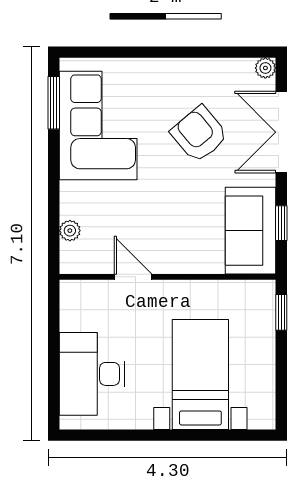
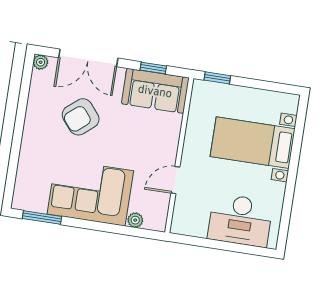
corner sofa: (98, 125) -> (90, 192), moved

